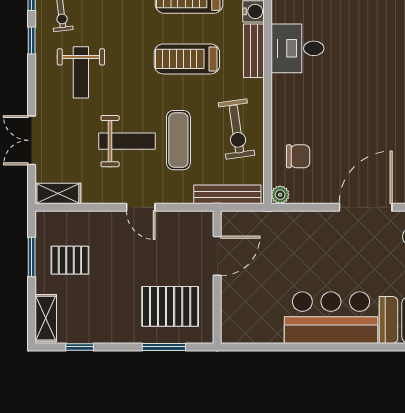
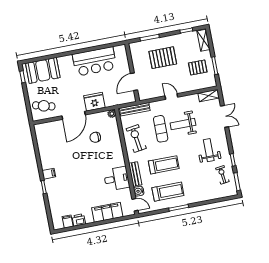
chair: (298, 156) -> (95, 137), moved
fridge: (314, 229) -> (94, 102), added
pallet: (170, 306) -> (163, 58), moved
bar counter: (331, 318) -> (95, 61), moved

